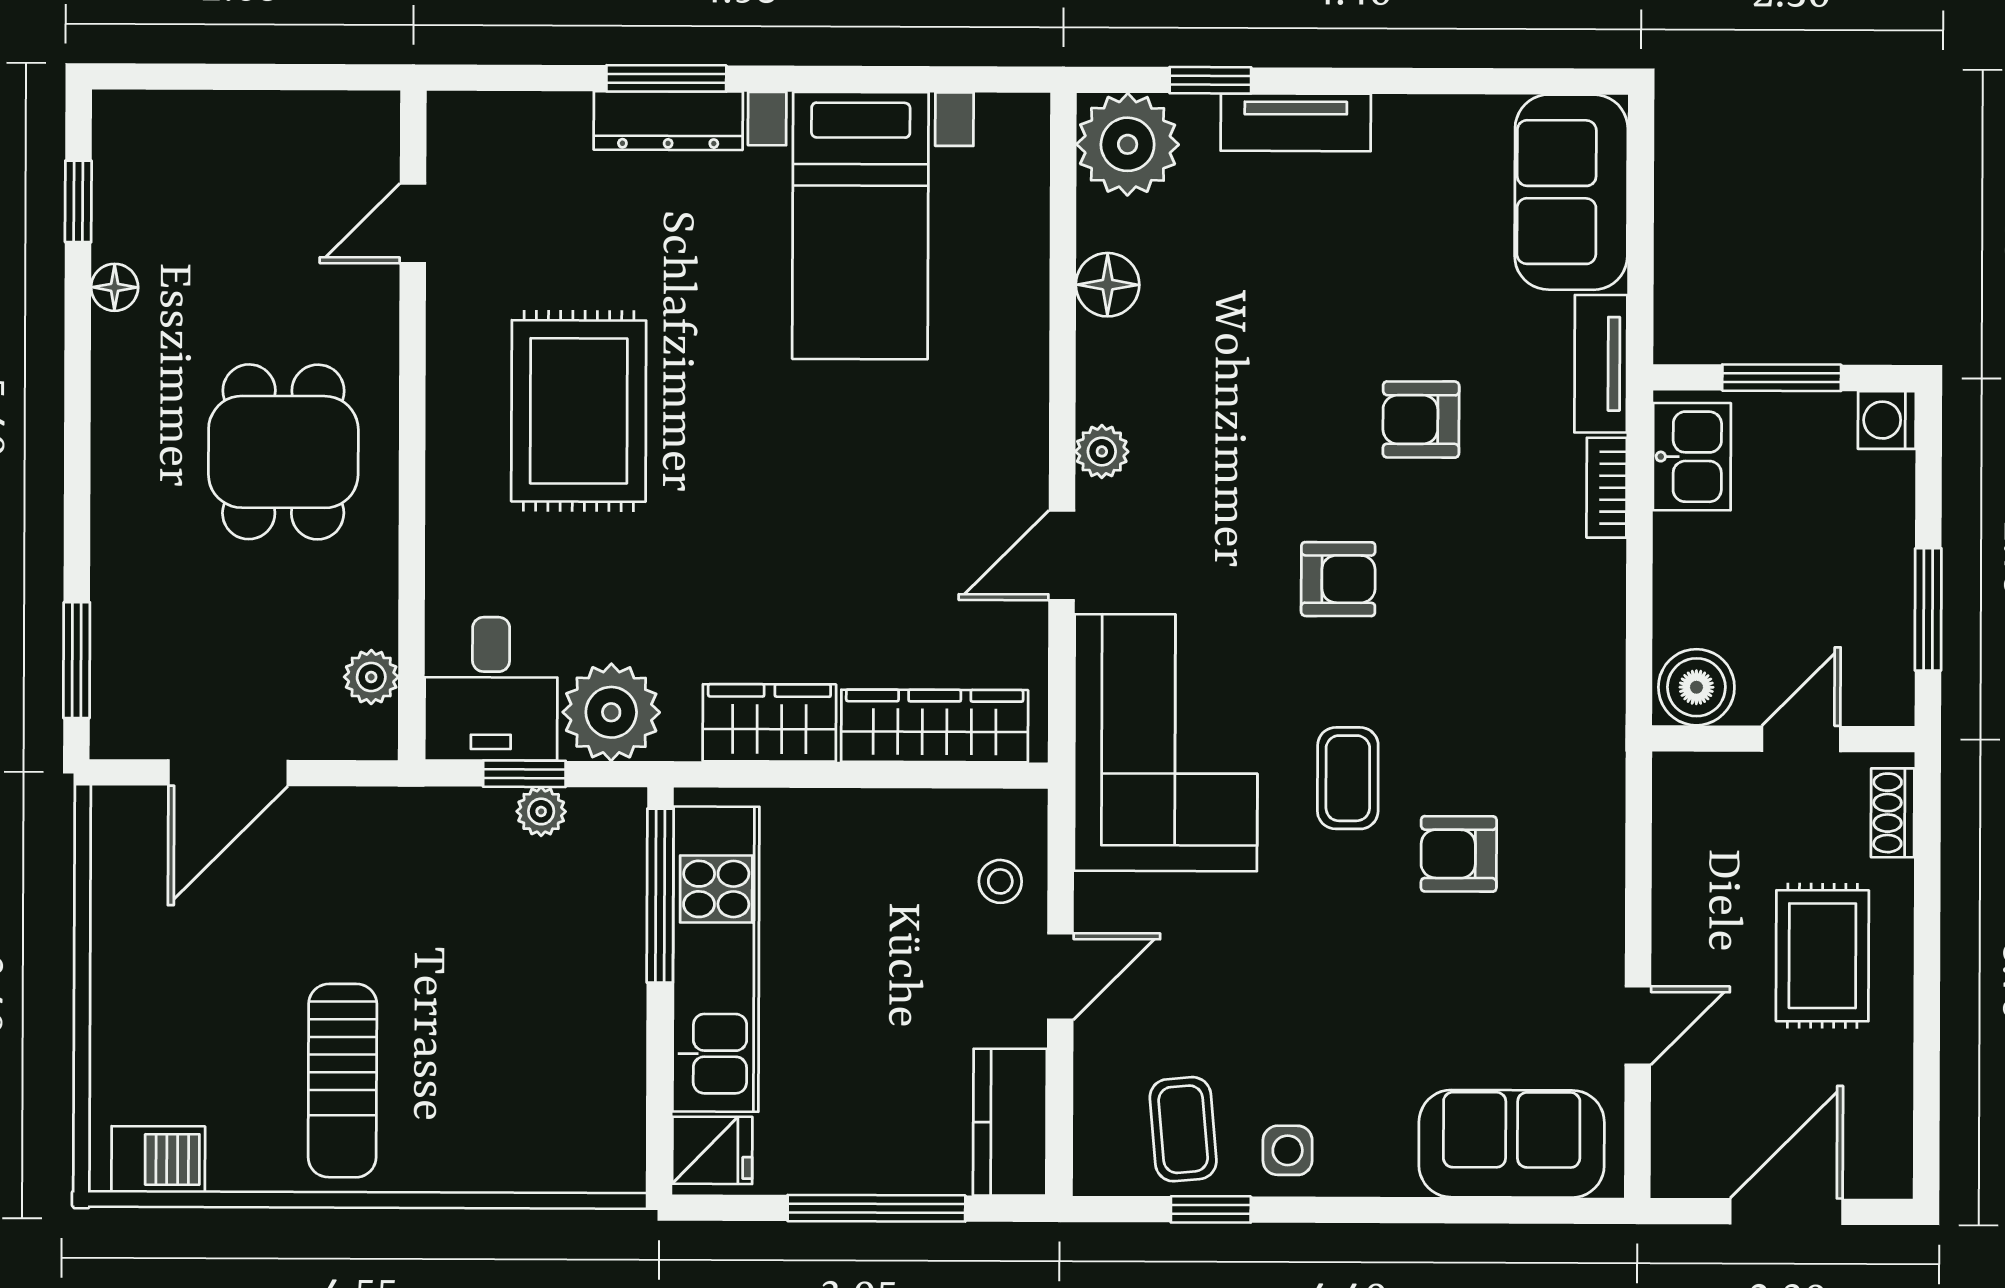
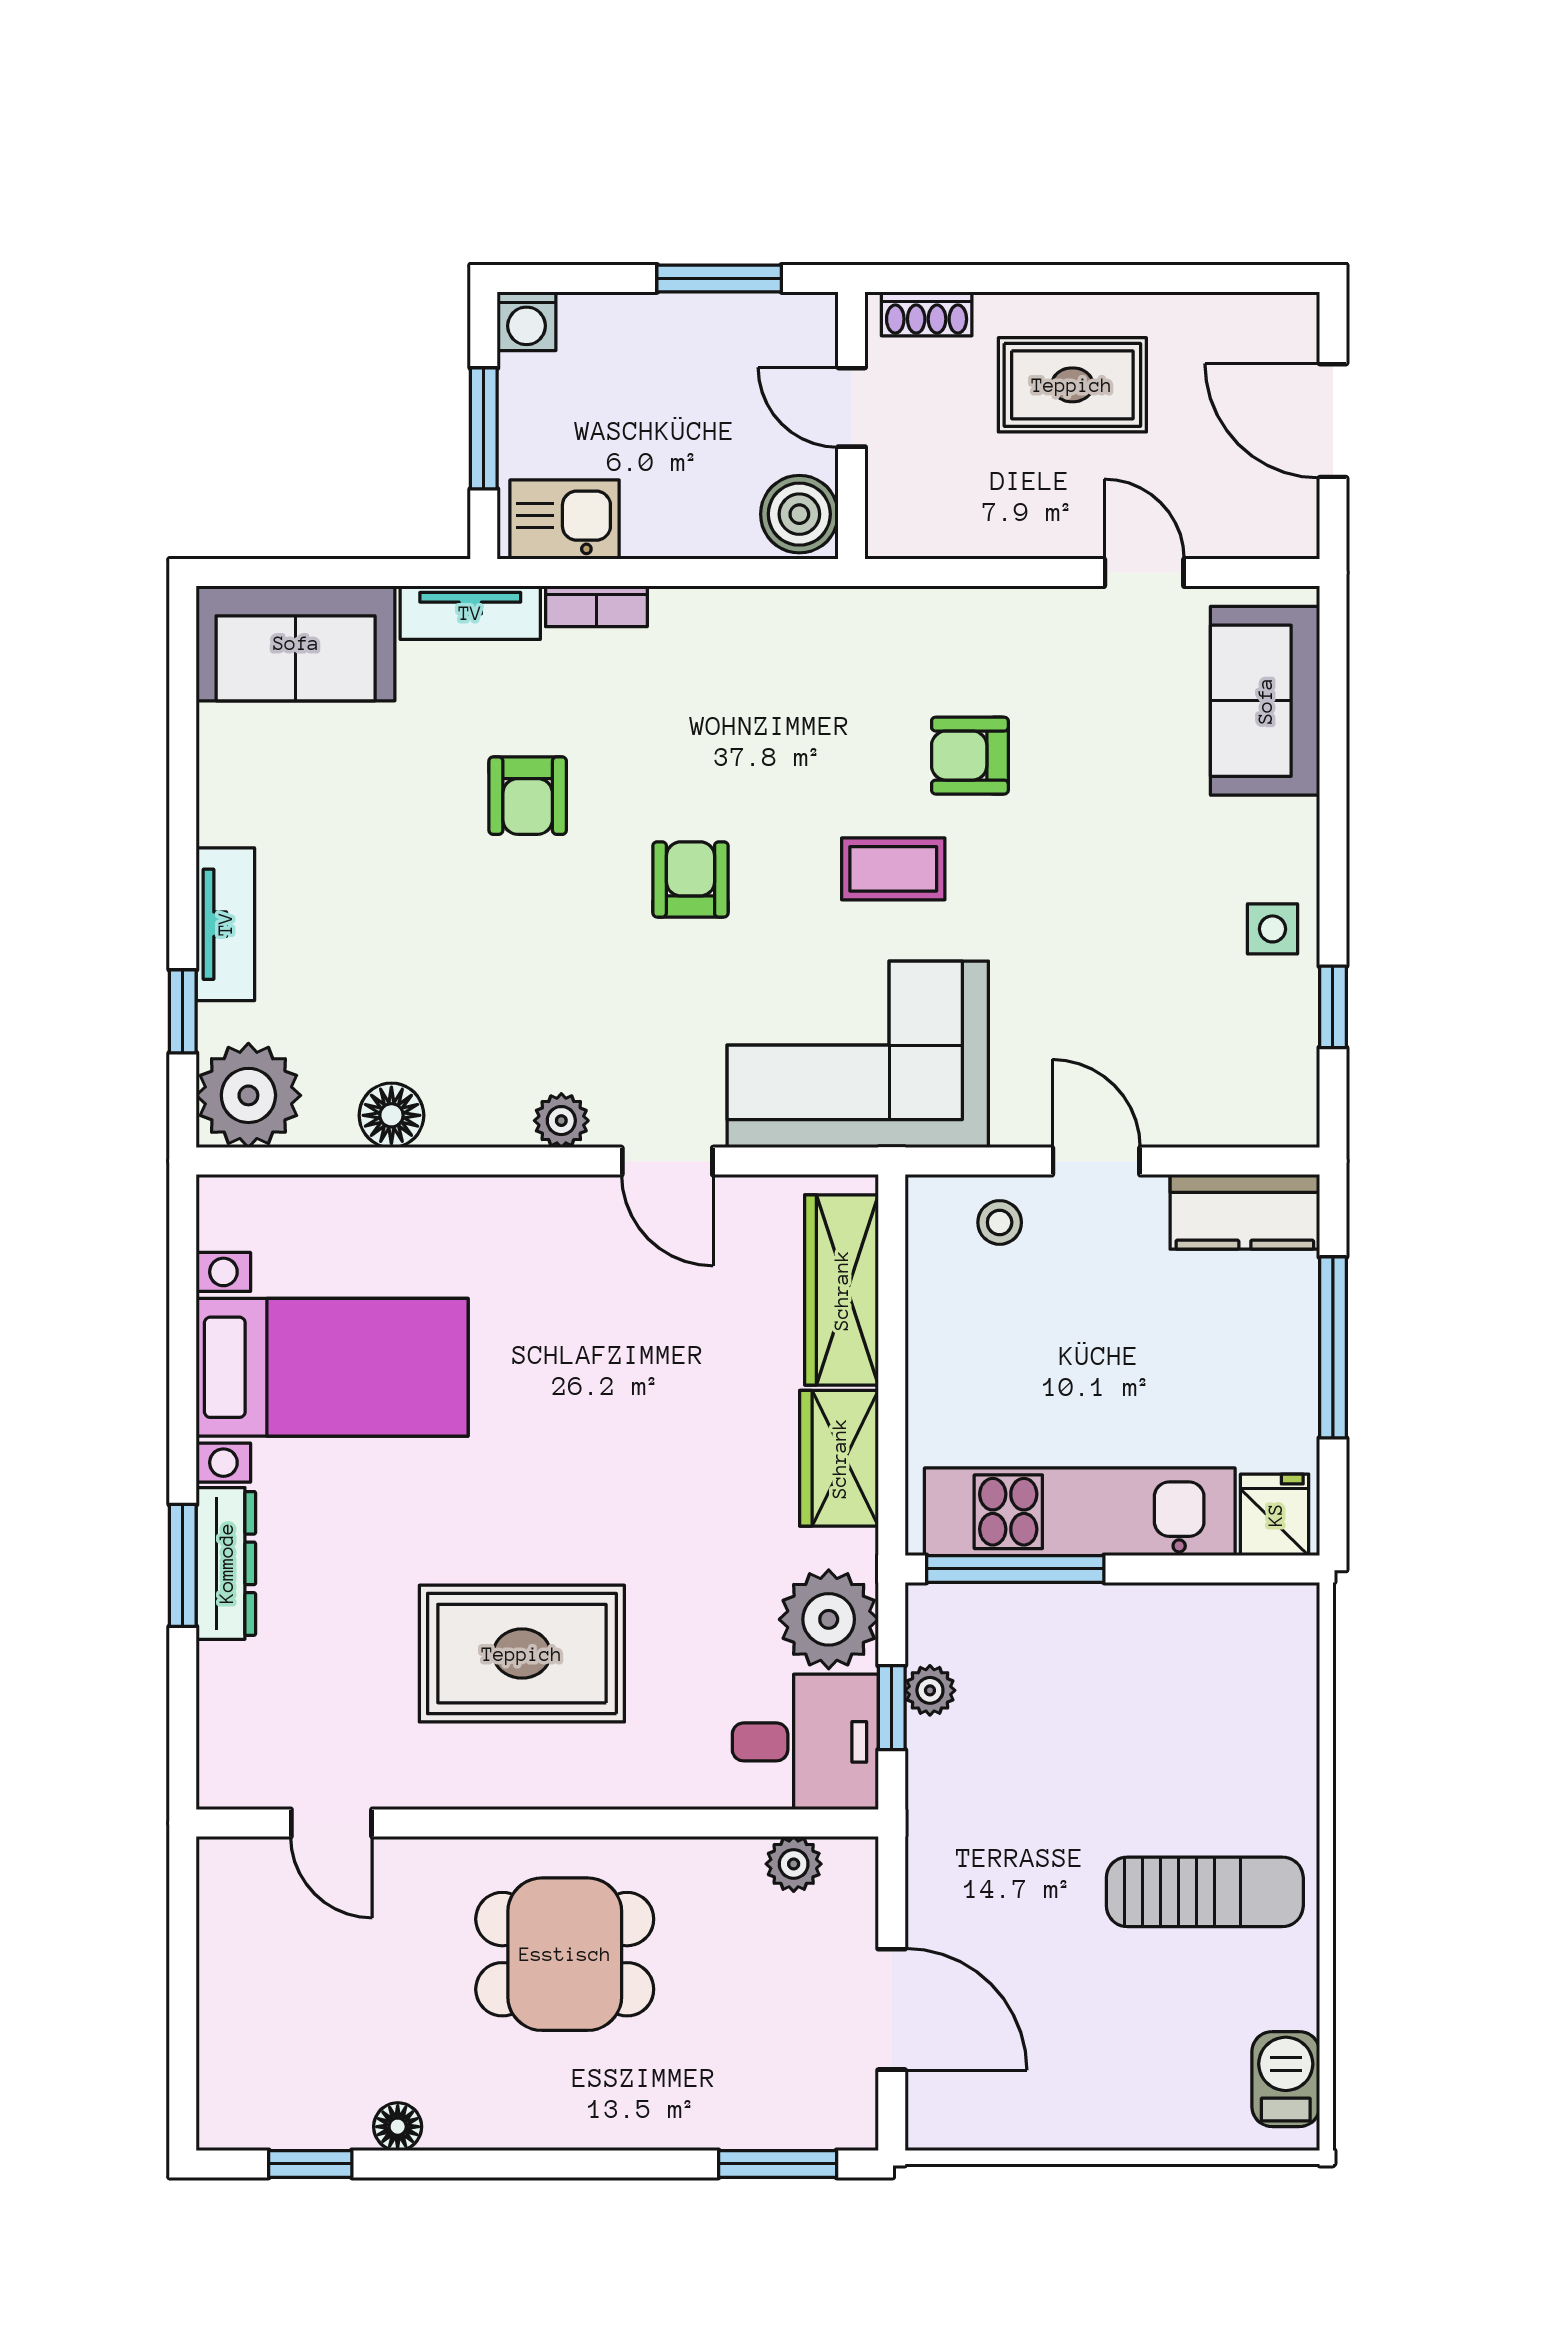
armchair: (1459, 854) -> (970, 756), turned 90
coffee table: (1183, 1129) -> (1251, 1035), removed

